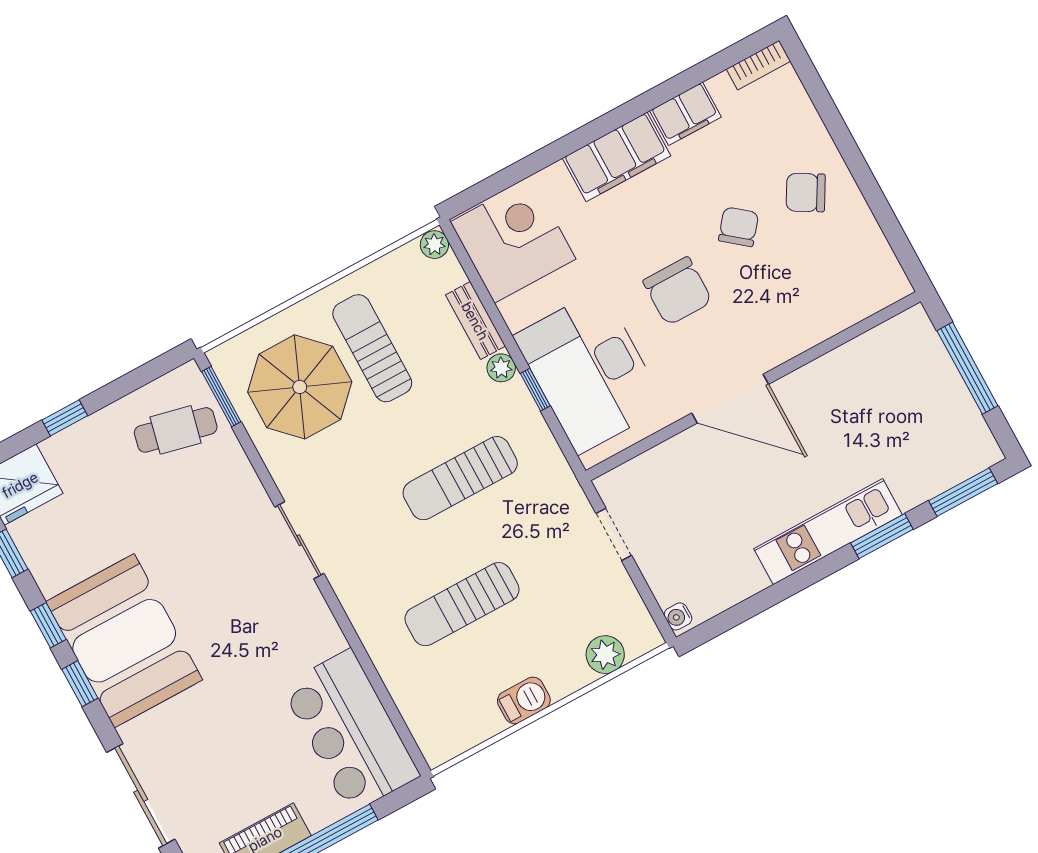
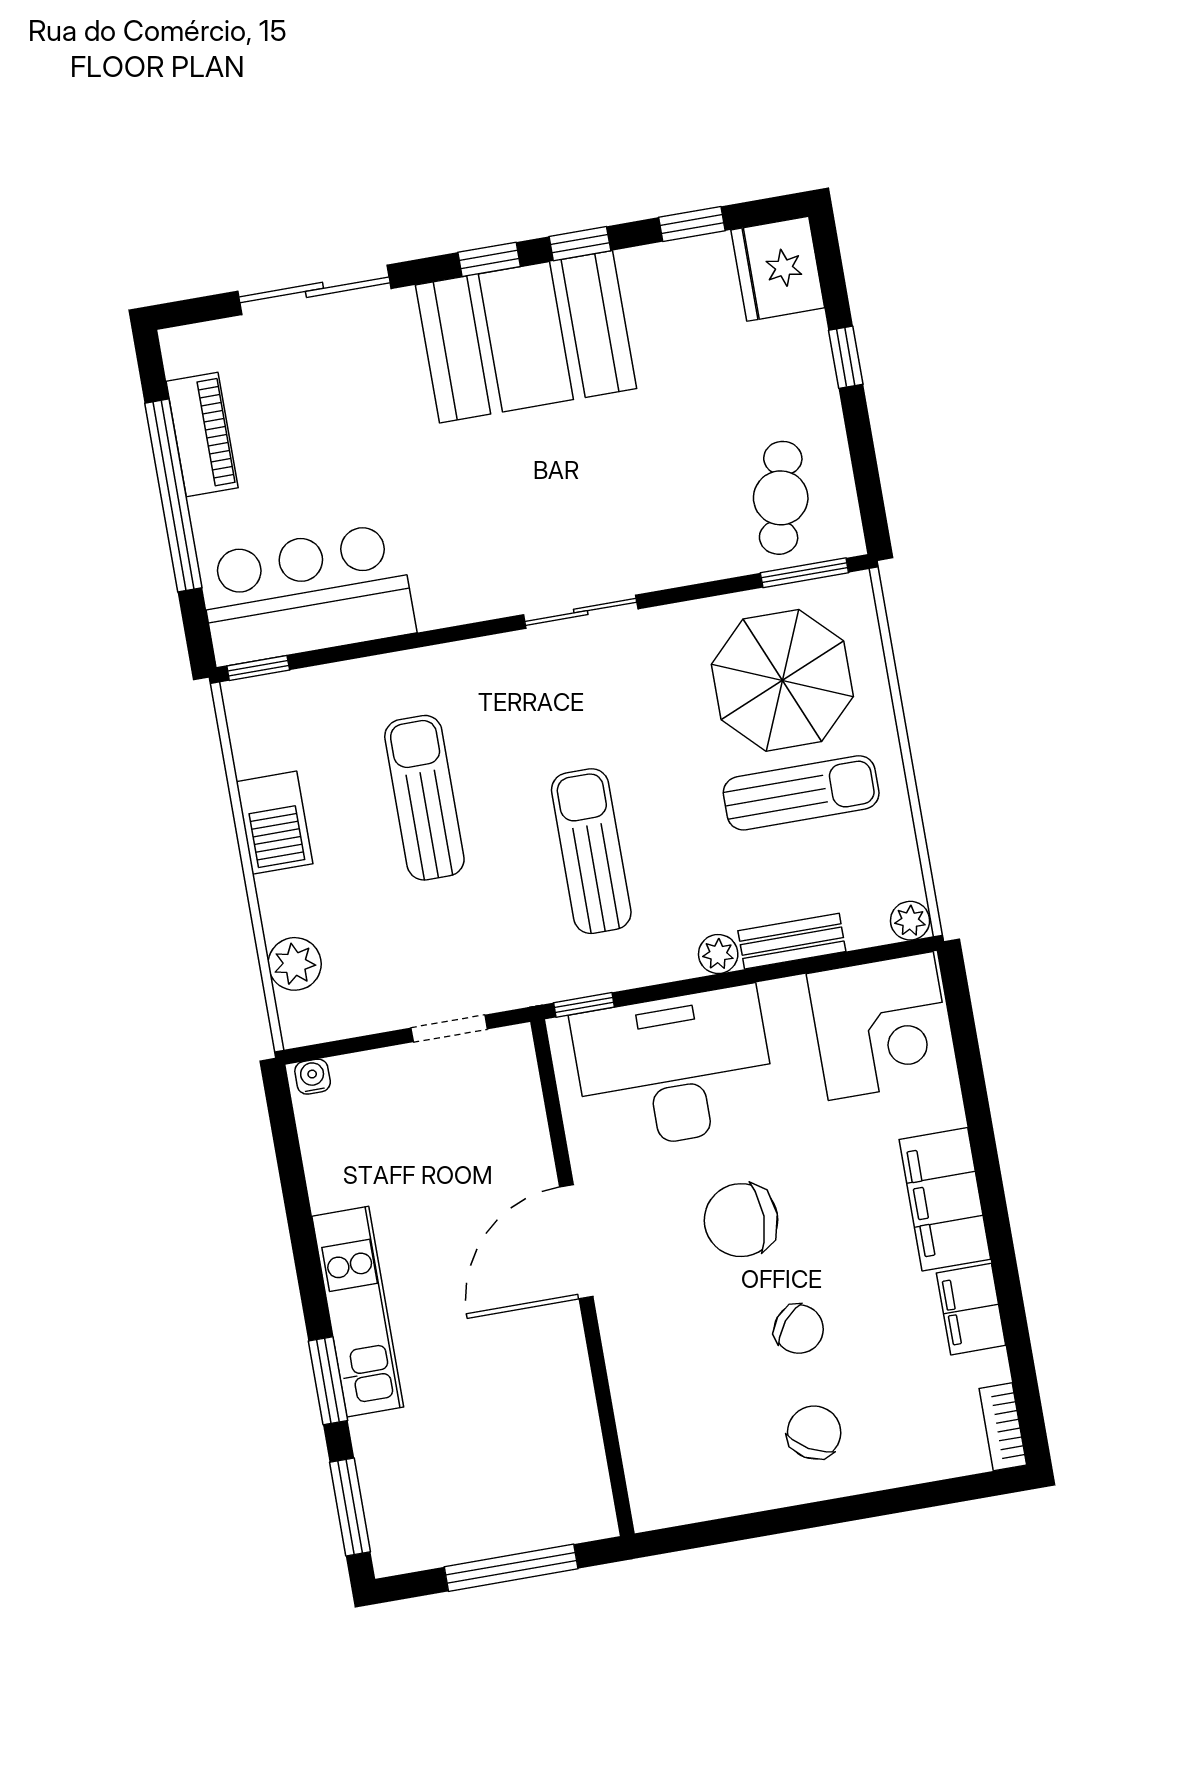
window: (535, 390) -> (584, 1005), moved
barbecue: (524, 700) -> (274, 823), width x1.38, depth x1.27
window: (412, 747) -> (258, 668), added

